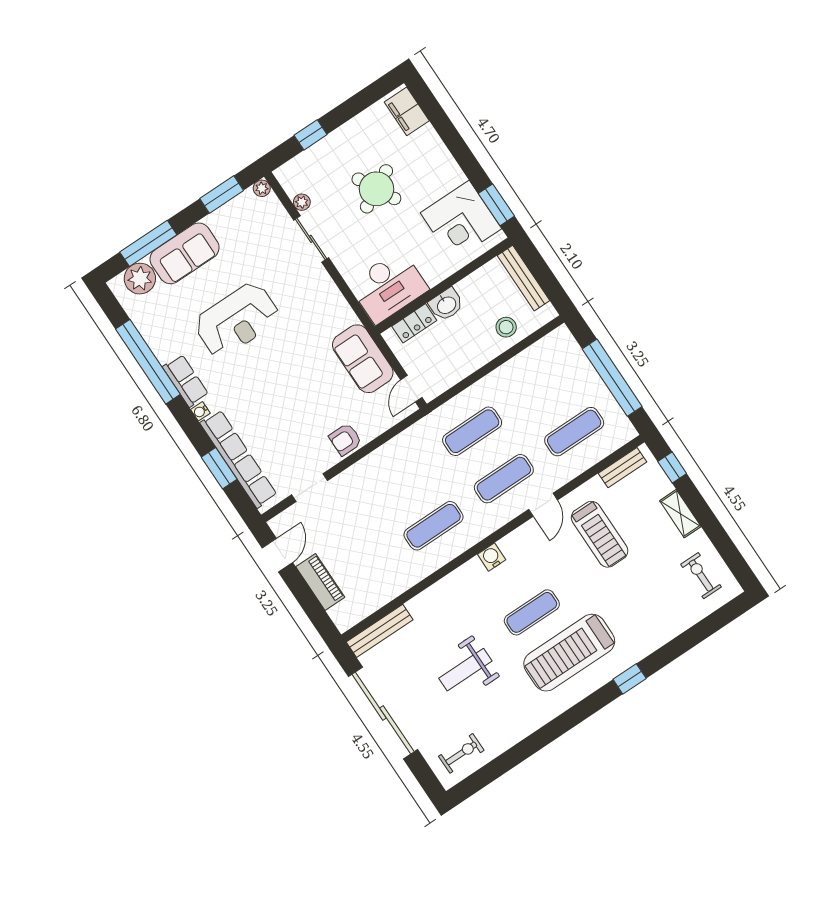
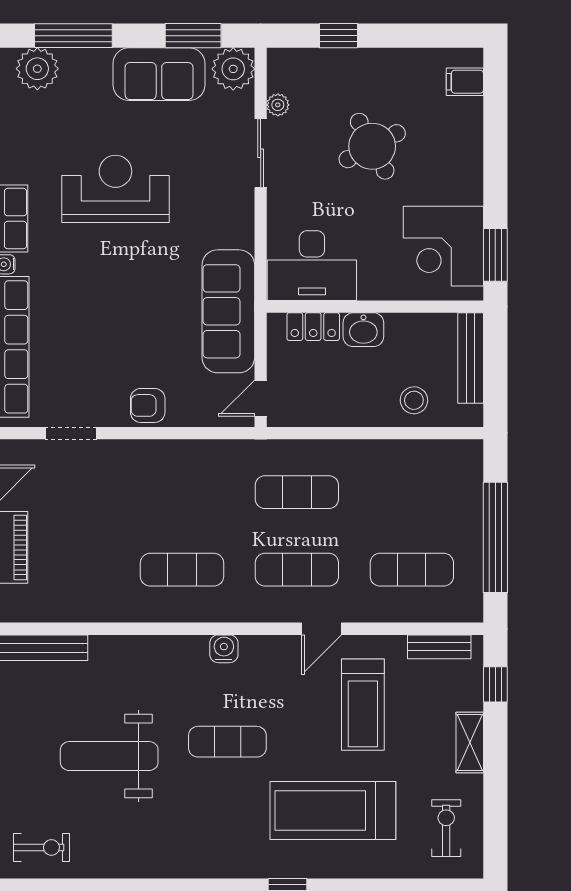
filing cabinet: (407, 111) -> (465, 82), width x0.50
plant: (262, 188) -> (233, 69), width x1.88, depth x1.88
sofa: (185, 253) -> (159, 74), moved
reception desk: (237, 320) -> (115, 189), turned 180
sofa: (363, 359) -> (228, 311), width x1.36
treadmill: (569, 653) -> (333, 811), moved
weight bench: (465, 670) -> (109, 756), width x1.36, depth x1.33

